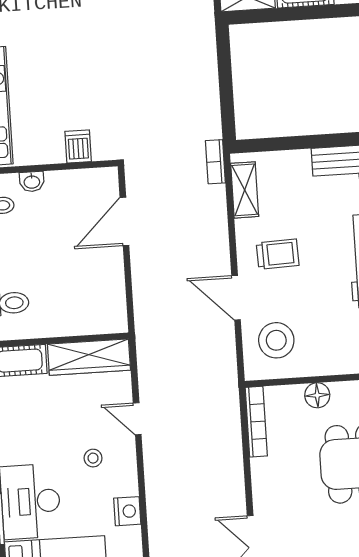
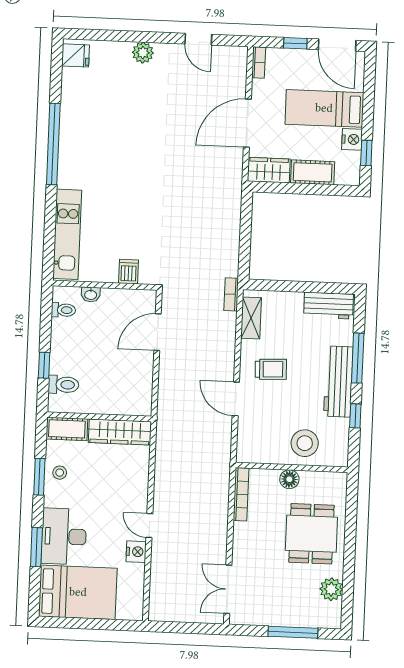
stool: (276, 340) -> (305, 443), moved
door: (137, 419) -> (149, 526), moved
stool: (93, 458) -> (60, 473), moved

